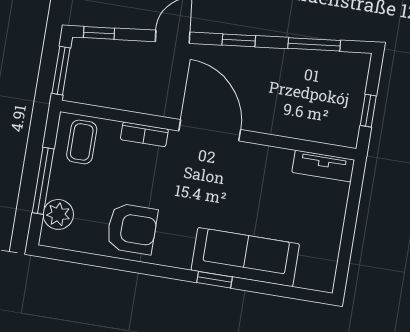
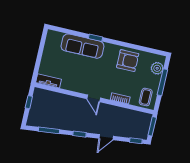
door: (210, 130) -> (94, 98), width x0.53
armchair: (132, 229) -> (128, 61), turned 180

